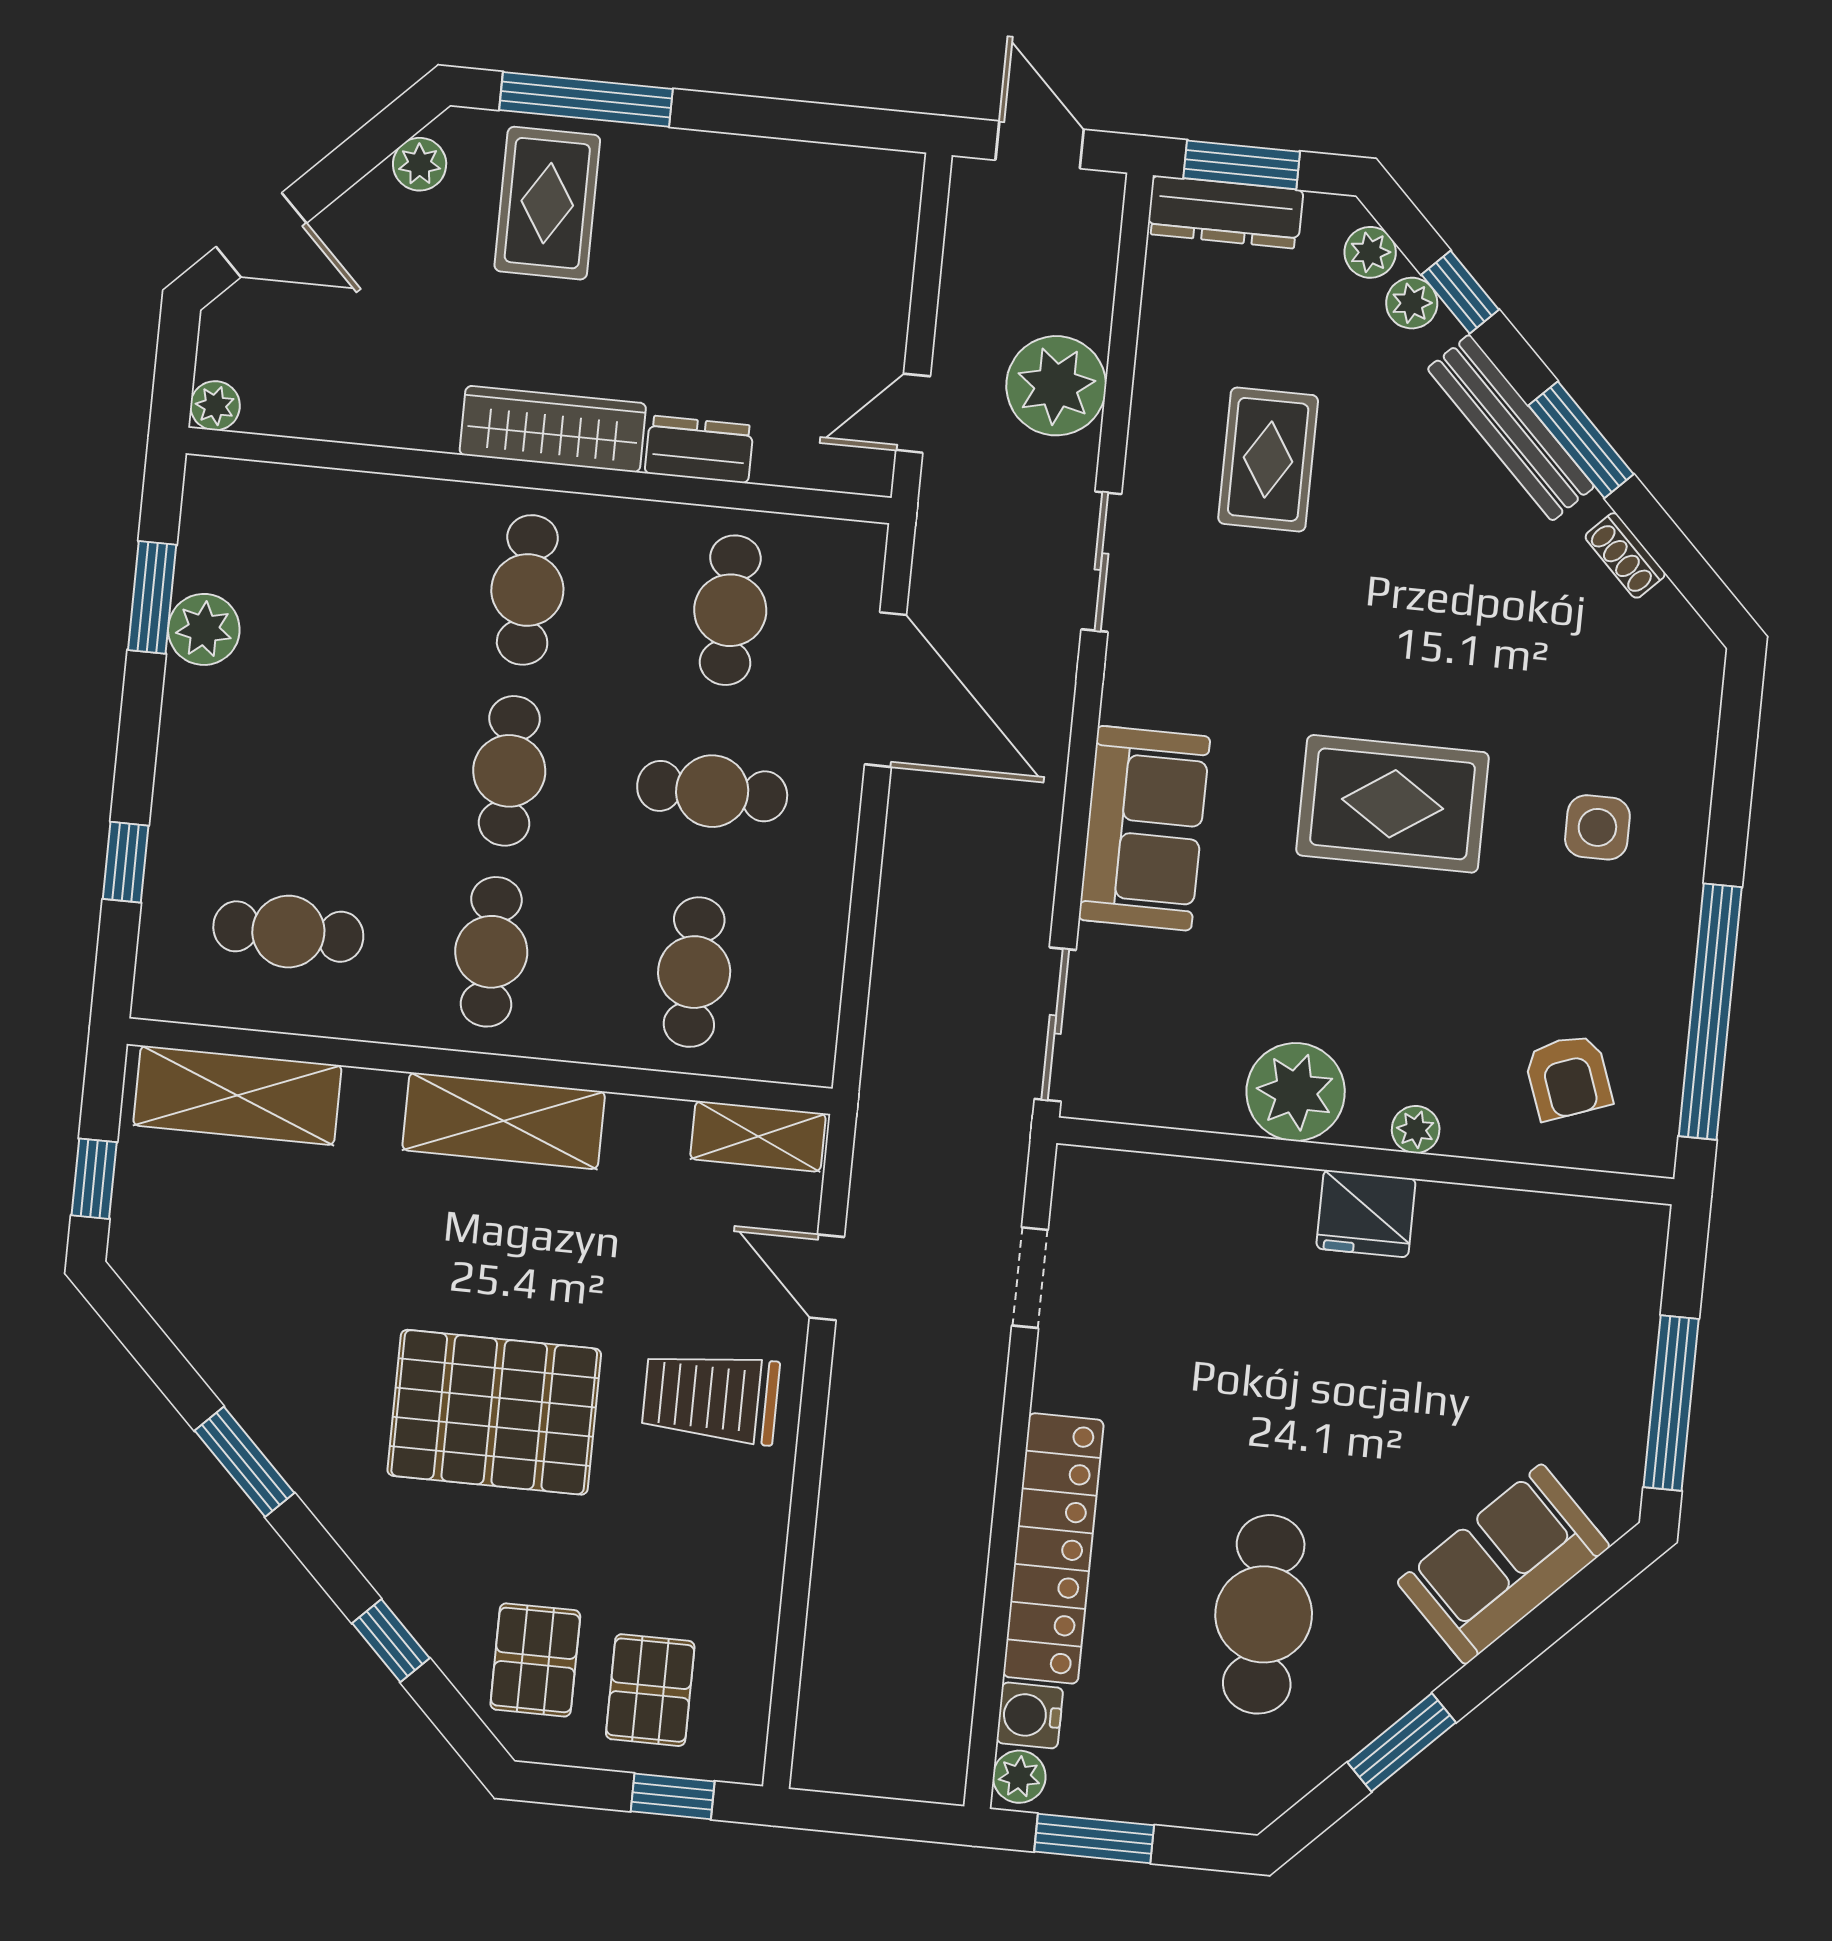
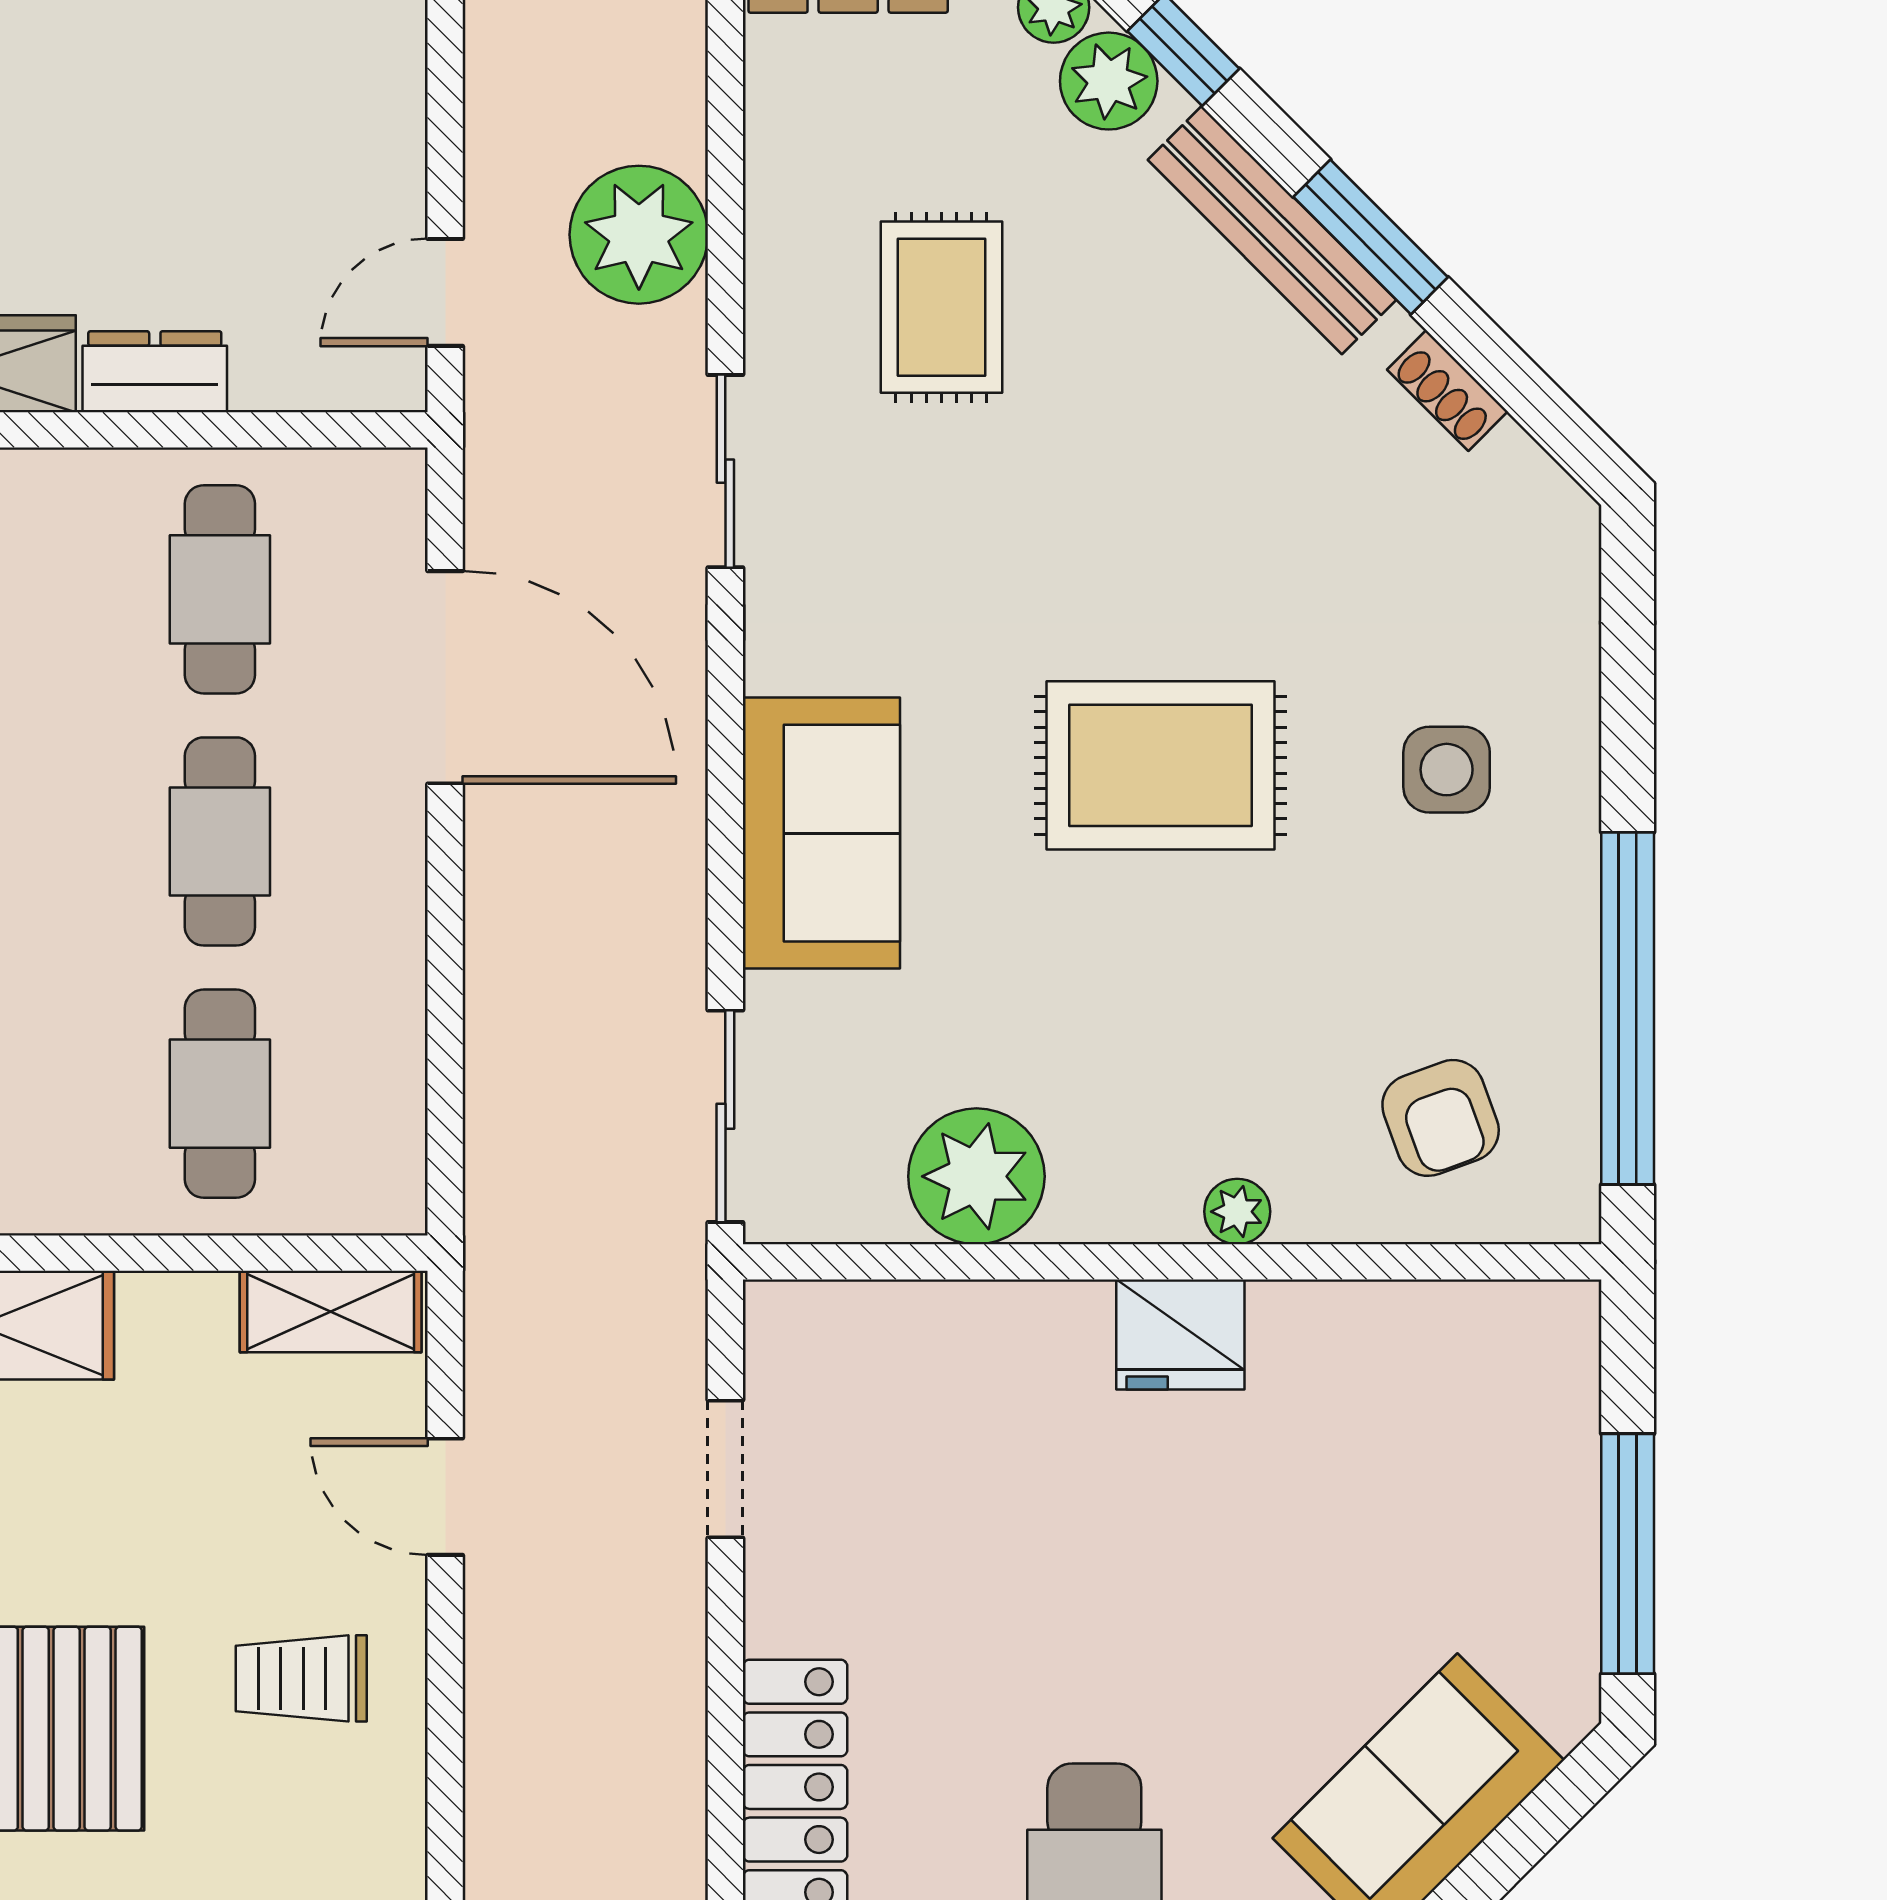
plant: (1412, 303) -> (1109, 81), width x1.38, depth x1.38
cafe table: (712, 791) -> (220, 841), turned 90
plant: (1296, 1092) -> (976, 1176), moved
trolley: (711, 1397) -> (301, 1678), width x0.73, depth x0.72

